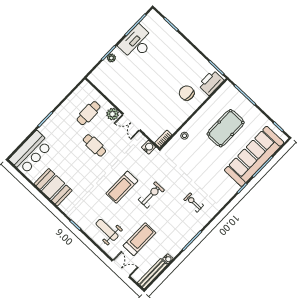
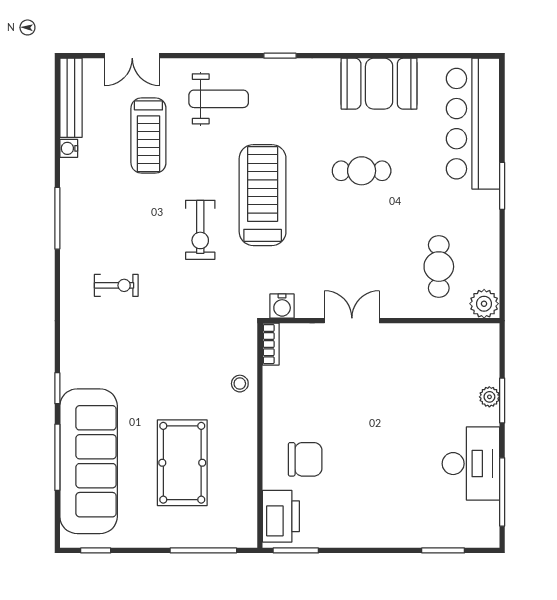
plant: (113, 114) -> (484, 304), moved
cafe table: (94, 145) -> (362, 171), moved
bar counter: (31, 153) -> (473, 124), width x1.36
treadmill: (122, 187) -> (263, 195), width x1.37, depth x1.38

